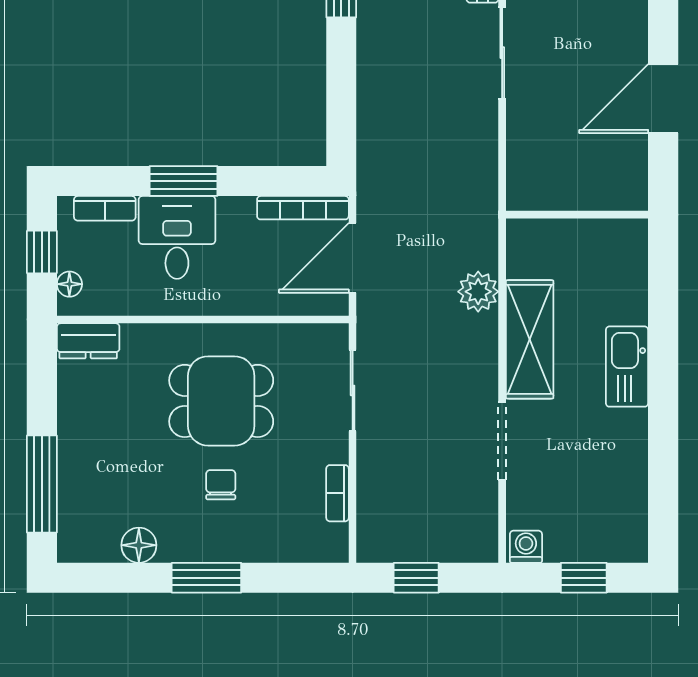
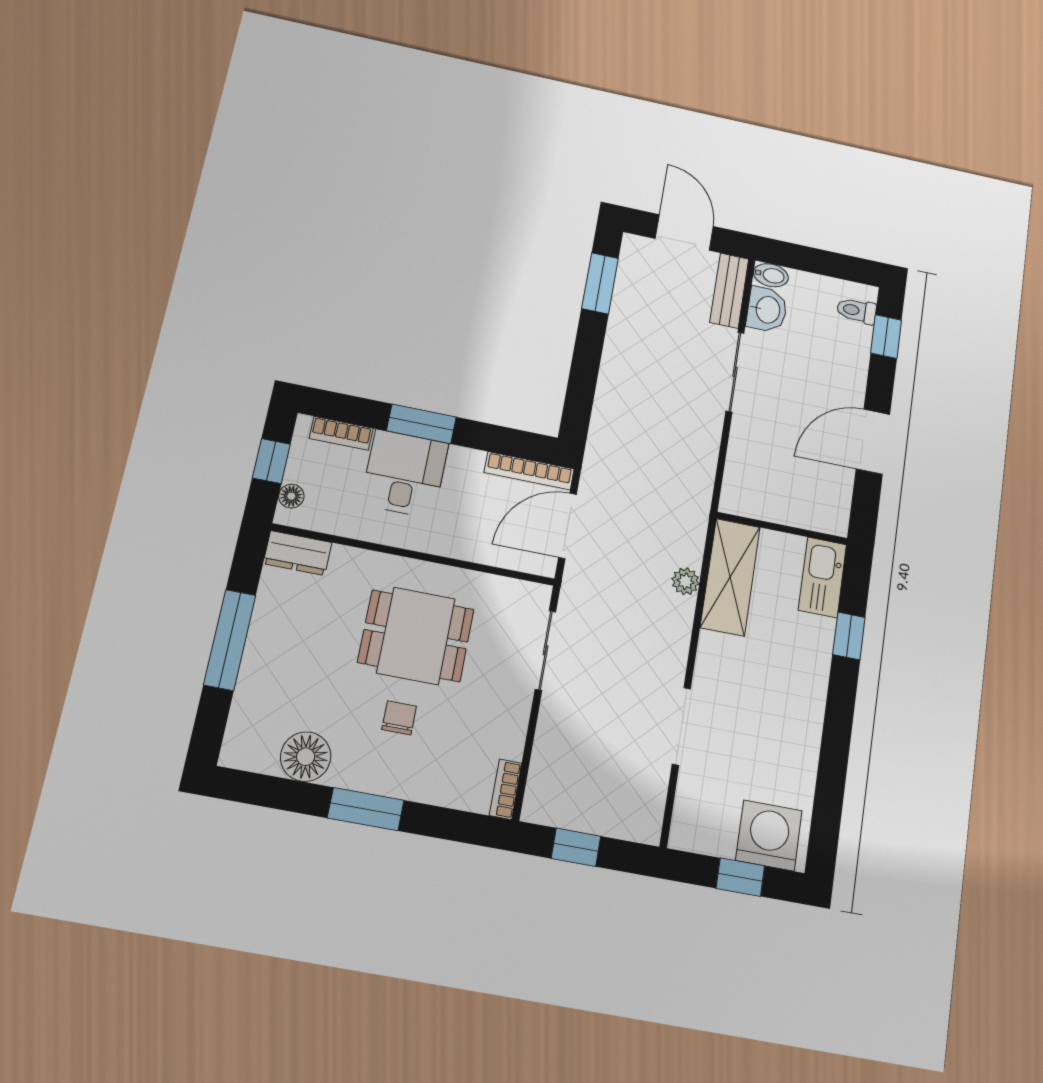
plant: (478, 292) -> (686, 581), width x0.73, depth x0.73
window: (663, 315) -> (849, 636), added
shelving: (530, 339) -> (730, 577), moved
kitchen sink: (627, 367) -> (822, 577), moved
window: (42, 484) -> (230, 640), moved
bookcase: (337, 493) -> (506, 789), moved
floor lamp: (139, 545) -> (306, 757), width x1.38, depth x1.38
washing machine: (526, 547) -> (769, 835), moved, width x1.89, depth x1.89

